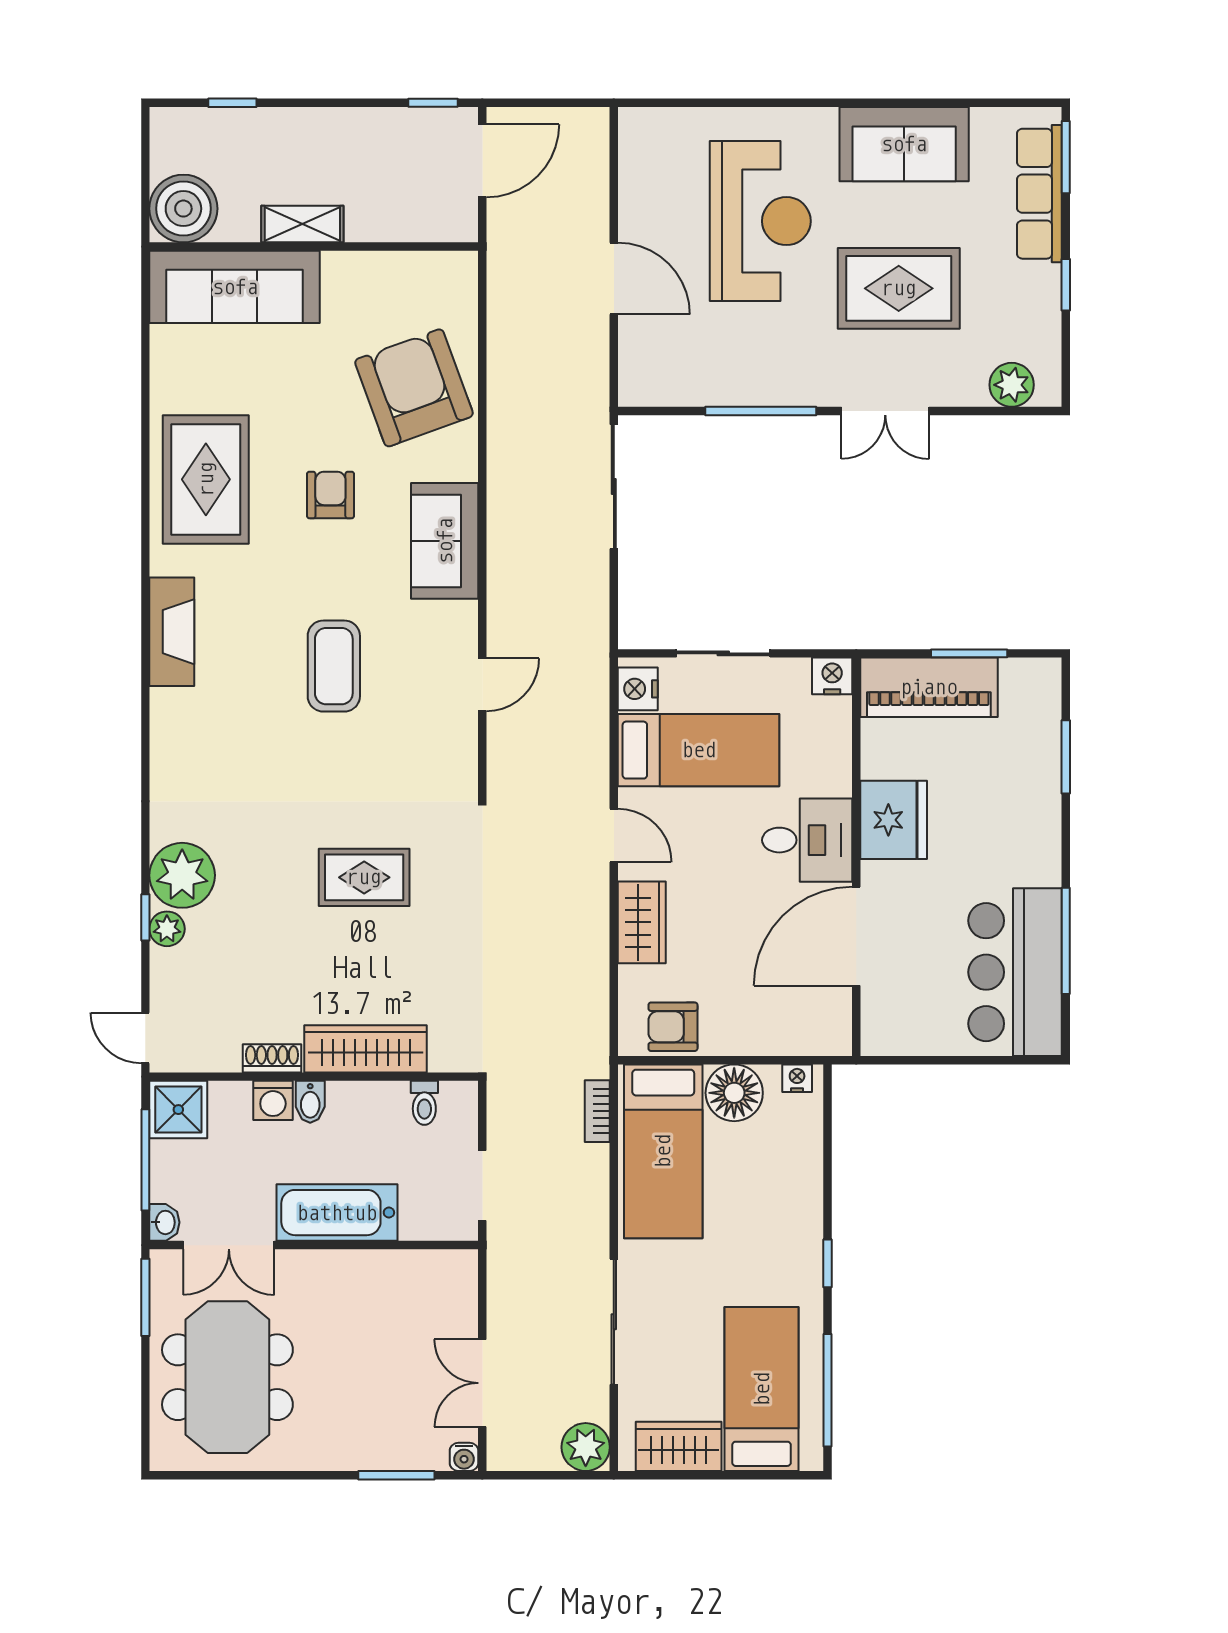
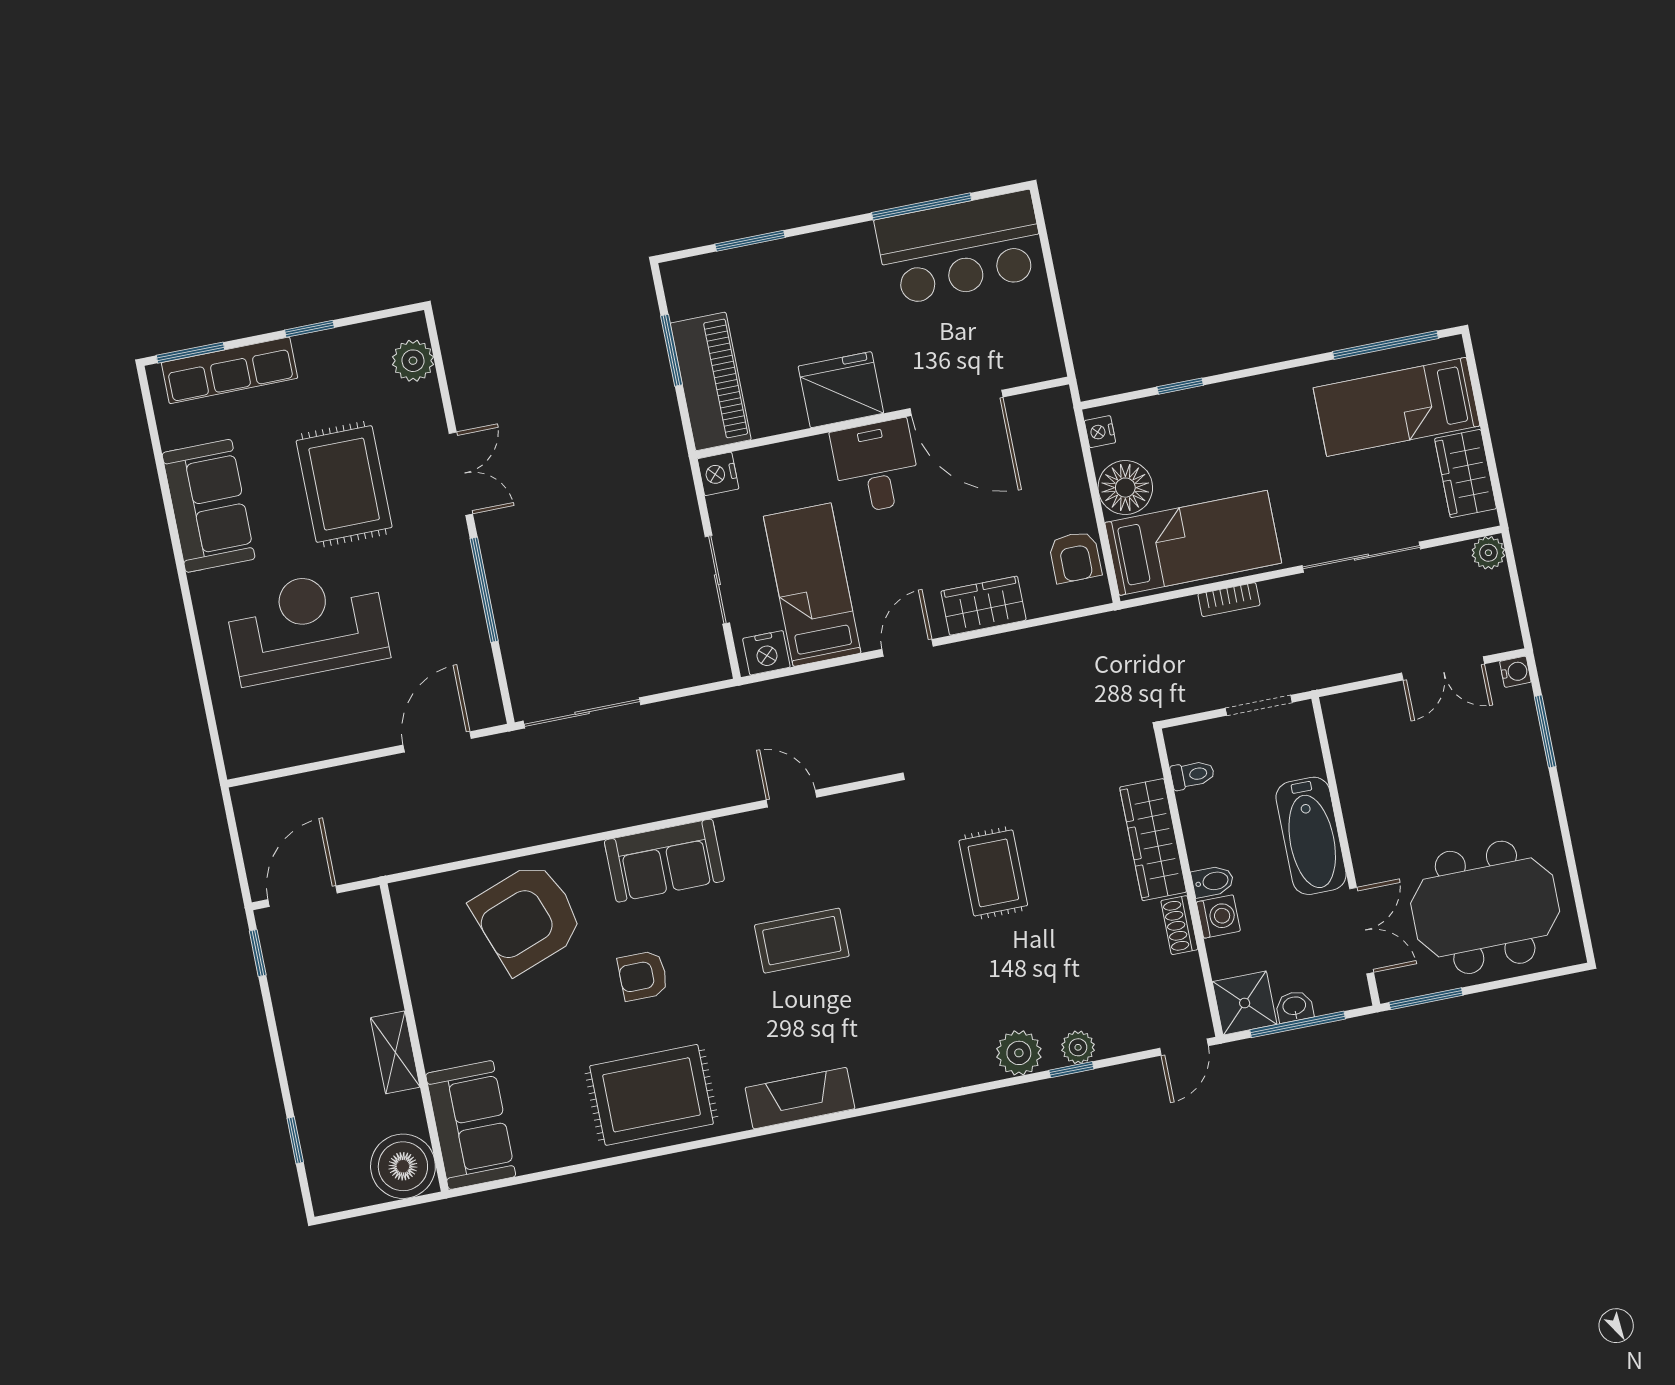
door: (482, 161) -> (303, 896), hinge flipped
door: (614, 278) -> (437, 742), moved
sofa: (235, 287) -> (471, 1125), width x0.73
plant: (182, 875) -> (1019, 1053), width x0.73, depth x0.73
bookcase: (597, 1111) -> (1229, 600), moved
washbasin: (164, 1222) -> (1294, 1007), moved
window: (827, 1263) -> (1180, 386), moved
plant: (586, 1447) -> (1488, 553), width x0.73, depth x0.73

